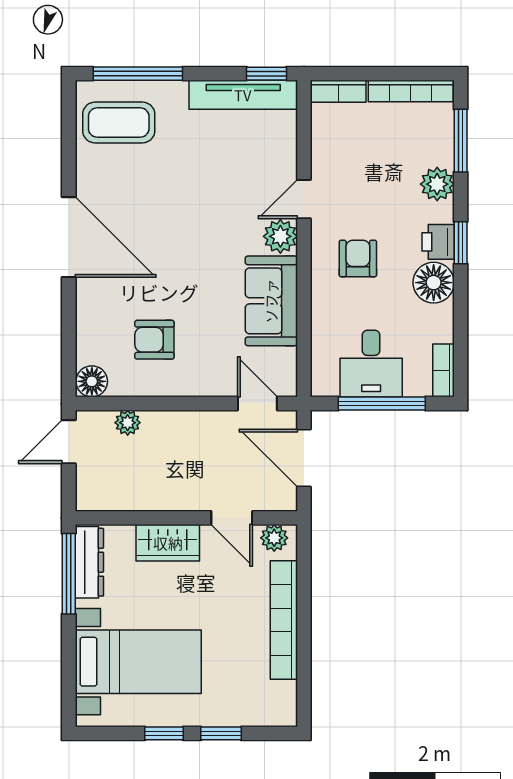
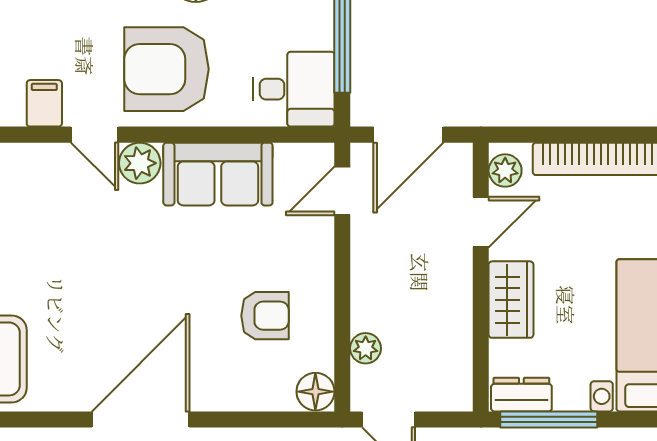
filing cabinet: (330, 158) -> (44, 103), added
armchair: (358, 258) -> (167, 69), width x1.88, depth x1.88
armchair: (154, 340) -> (265, 316), turned -90
desk: (371, 364) -> (294, 89), moved
dresser: (89, 562) -> (521, 395), width x0.70

